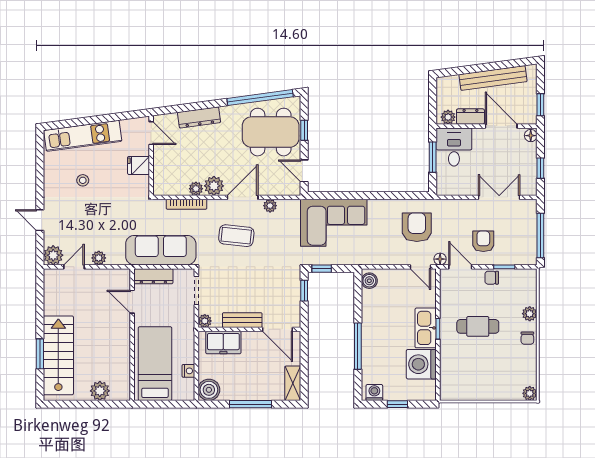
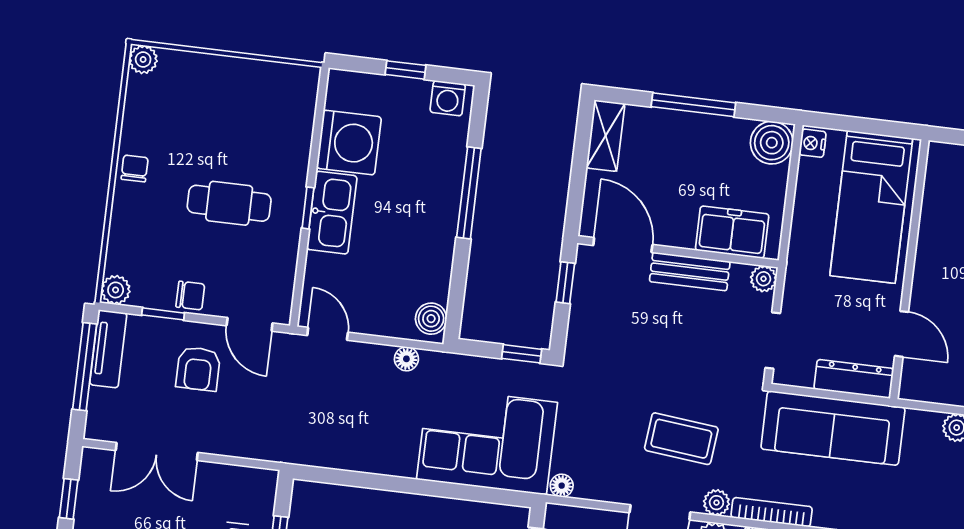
floor lamp: (294, 205) -> (562, 486), added
plant: (270, 206) -> (716, 503), moved
armchair: (417, 227) -> (325, 412), removed
tv unit: (530, 246) -> (108, 349), added
floor lamp: (440, 259) -> (406, 359), moved
window: (304, 291) -> (565, 283), moved
plant: (530, 314) -> (116, 290), moved
nightstand: (188, 371) -> (813, 143), moved

